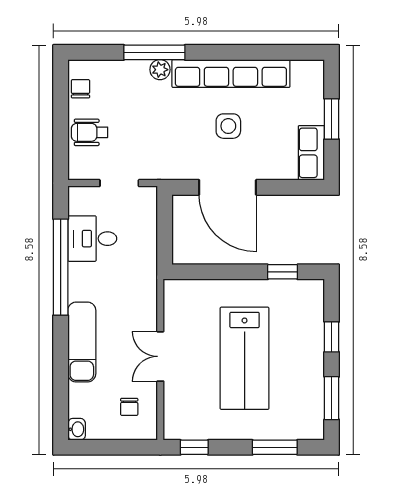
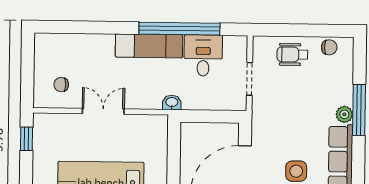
wheelchair: (90, 132) -> (292, 54), turned -90
exam couch: (82, 342) -> (149, 46), moved
washbasin: (77, 429) -> (172, 102), moved, turned 180

